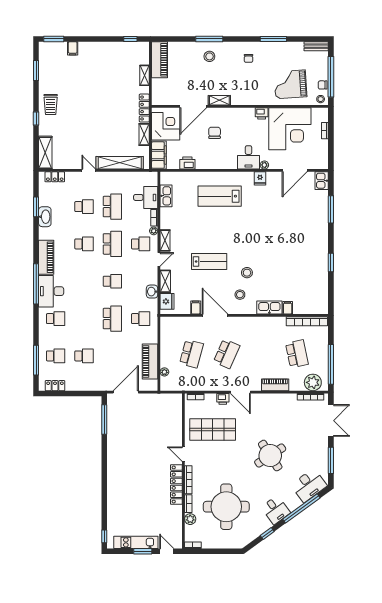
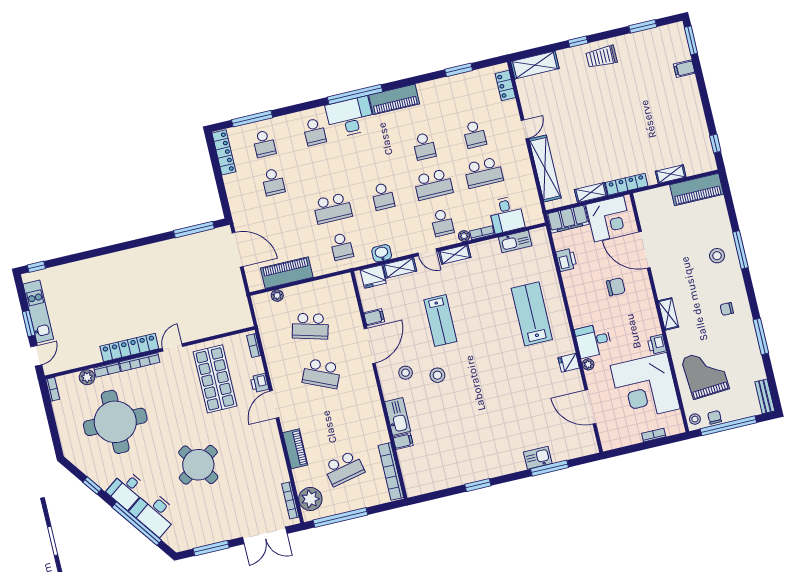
shelving: (219, 100) -> (668, 314), moved
kitchen sink: (322, 181) -> (538, 458), moved
washbasin: (45, 217) -> (448, 85), removed
locker: (55, 386) -> (224, 152), width x1.53
desk: (309, 485) -> (154, 513), moved

